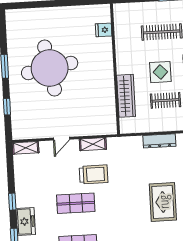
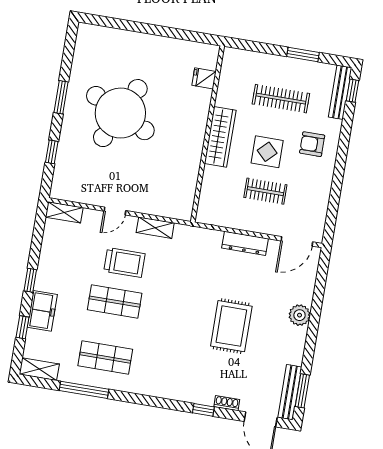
round table: (50, 68) -> (120, 113), turned 36
wardrobe: (126, 96) -> (220, 137), moved
trolley: (94, 174) -> (124, 262), moved

